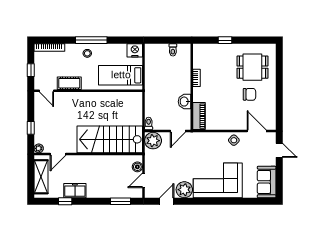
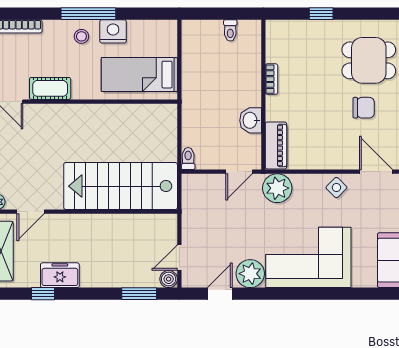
nightstand: (135, 50) -> (113, 31), moved
plant: (153, 141) -> (277, 188), moved
boiler: (137, 167) -> (169, 279), moved

